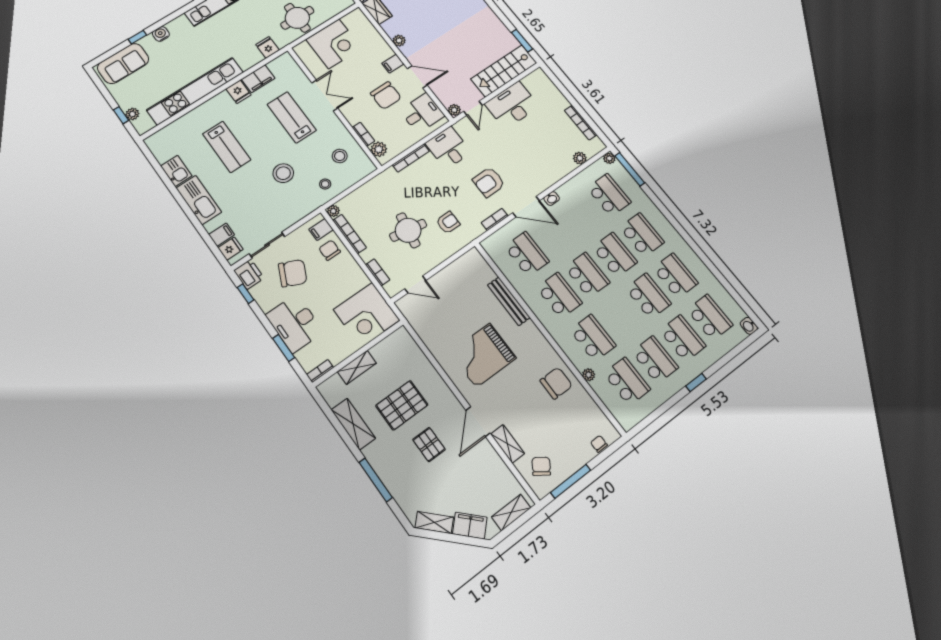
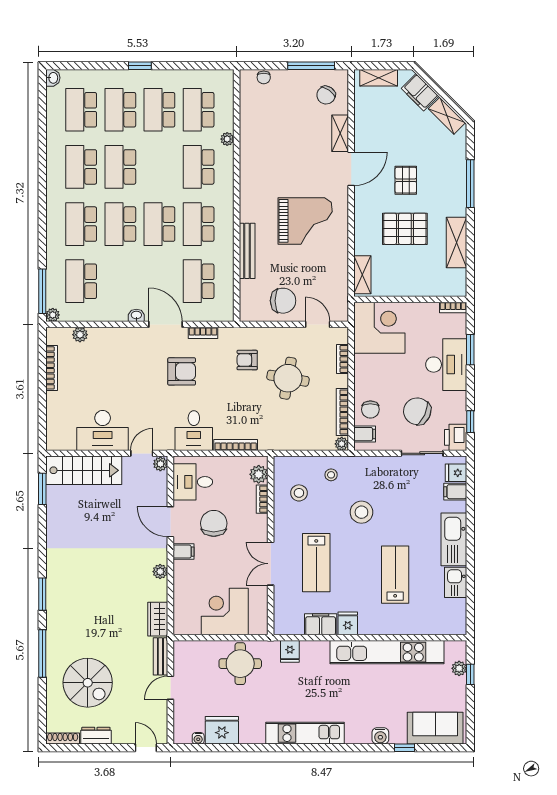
shelving: (357, 367) -> (362, 275), moved, turned 90
chair: (556, 383) -> (283, 301), moved, turned 180

